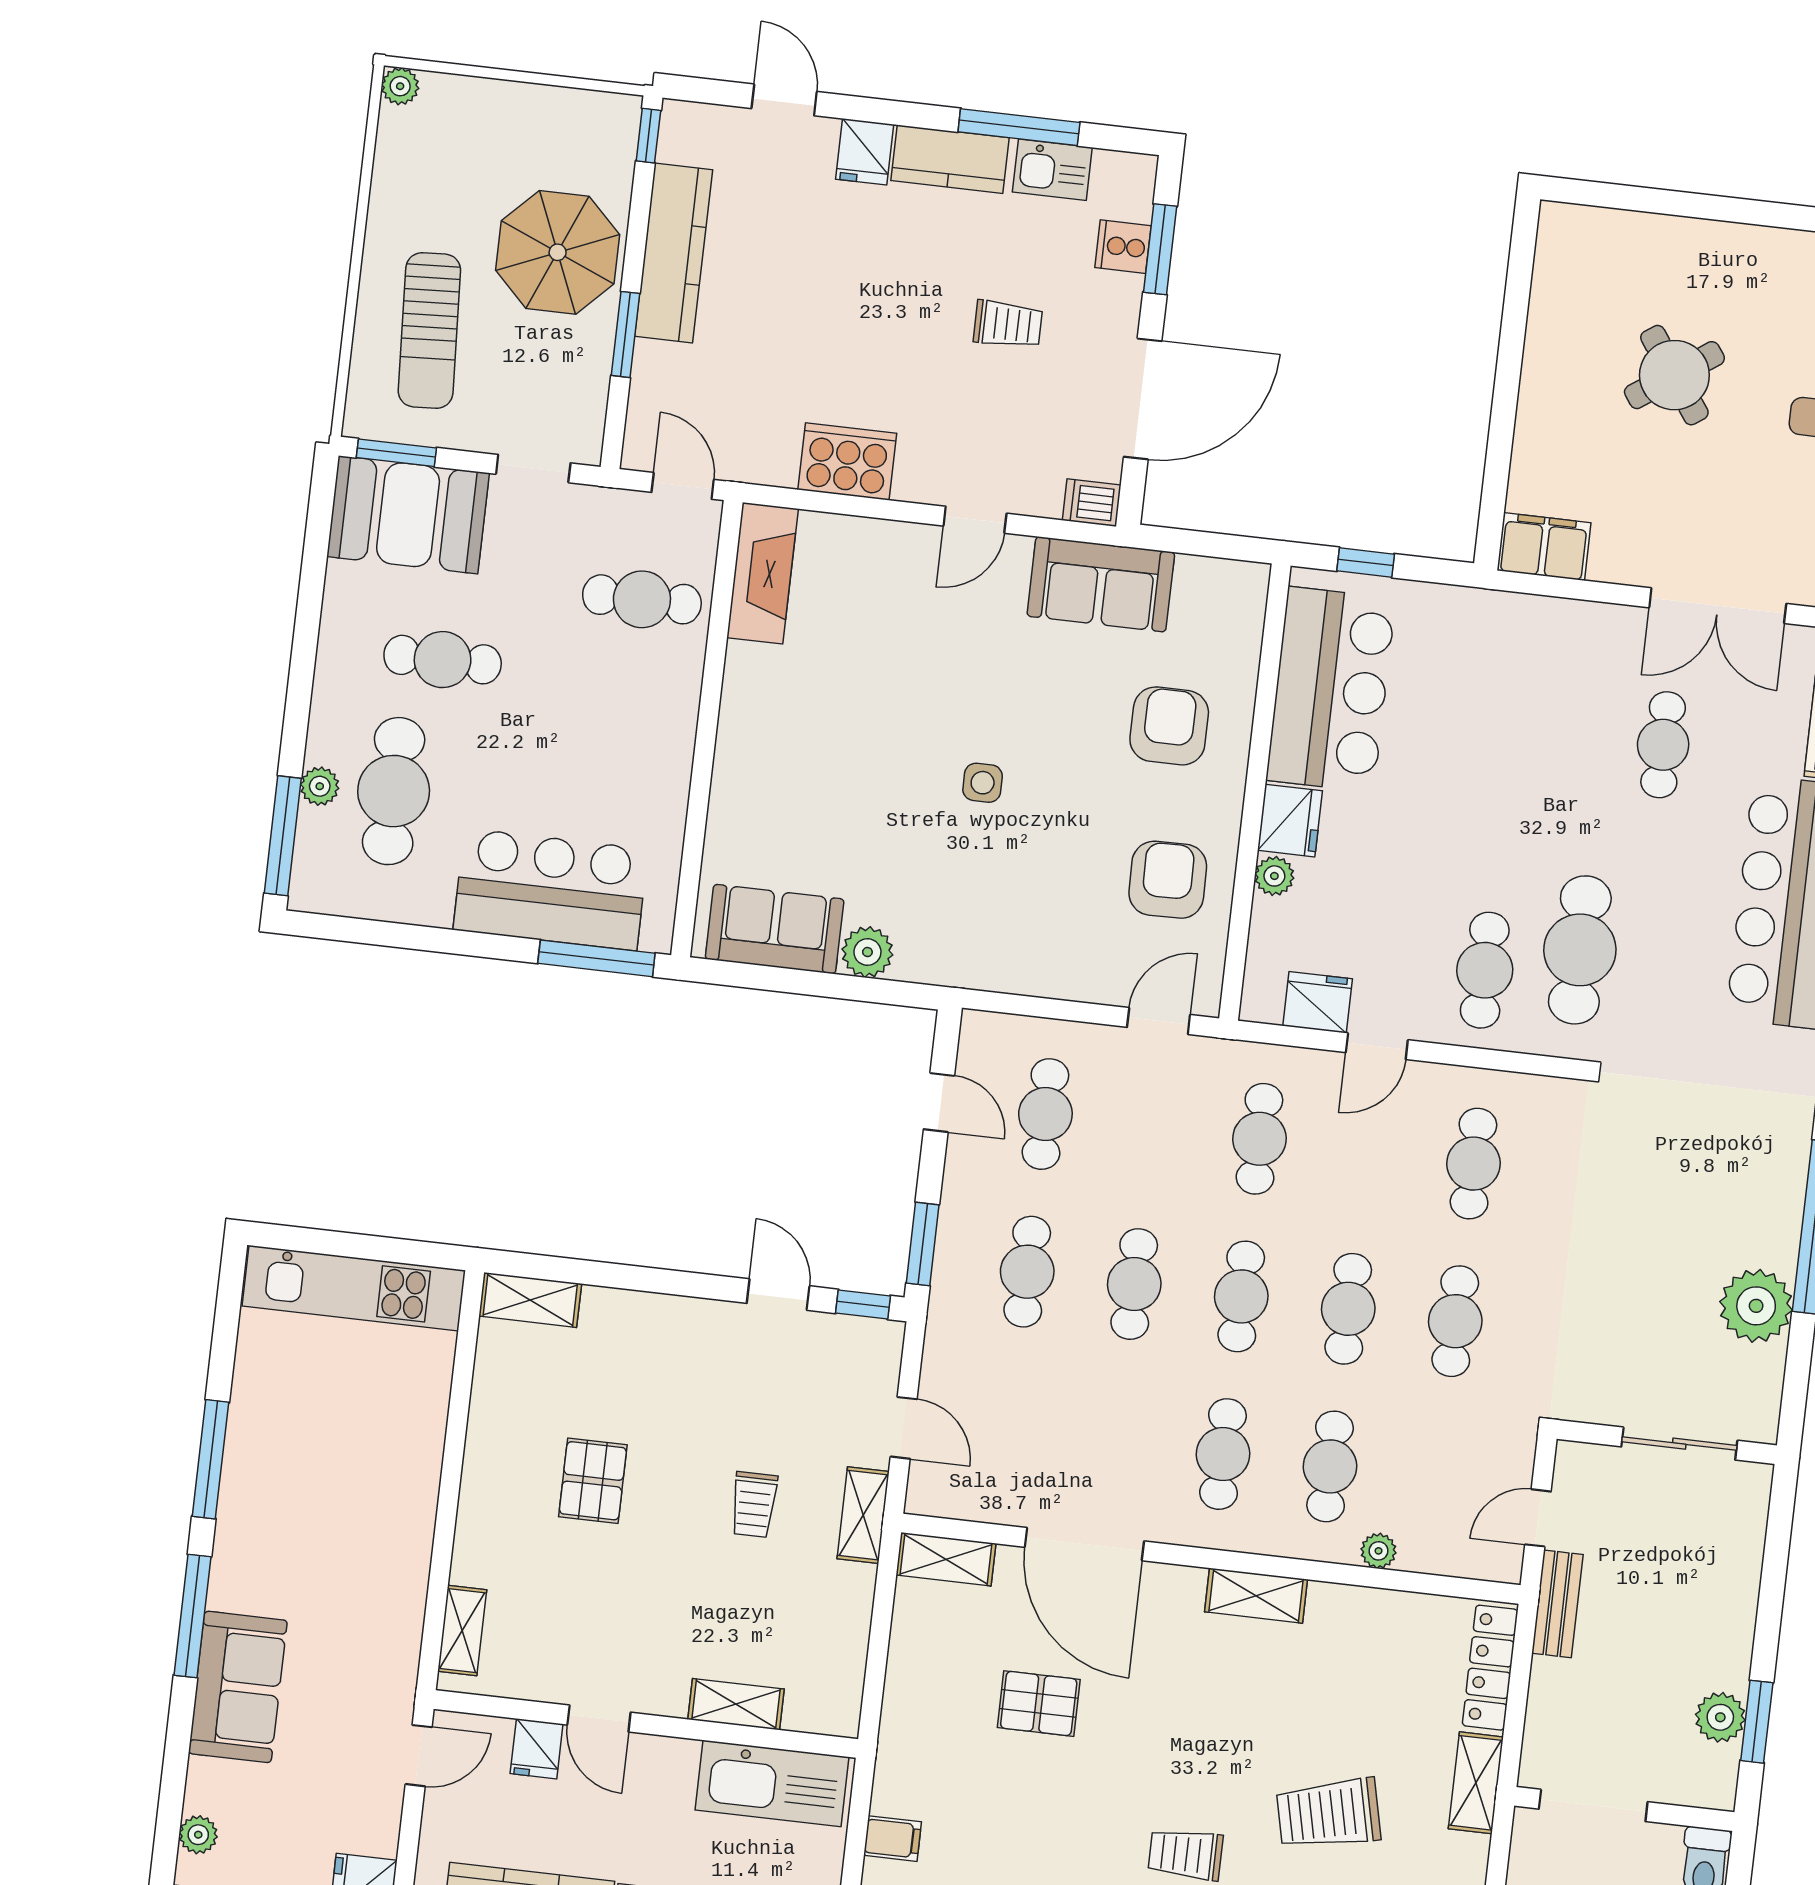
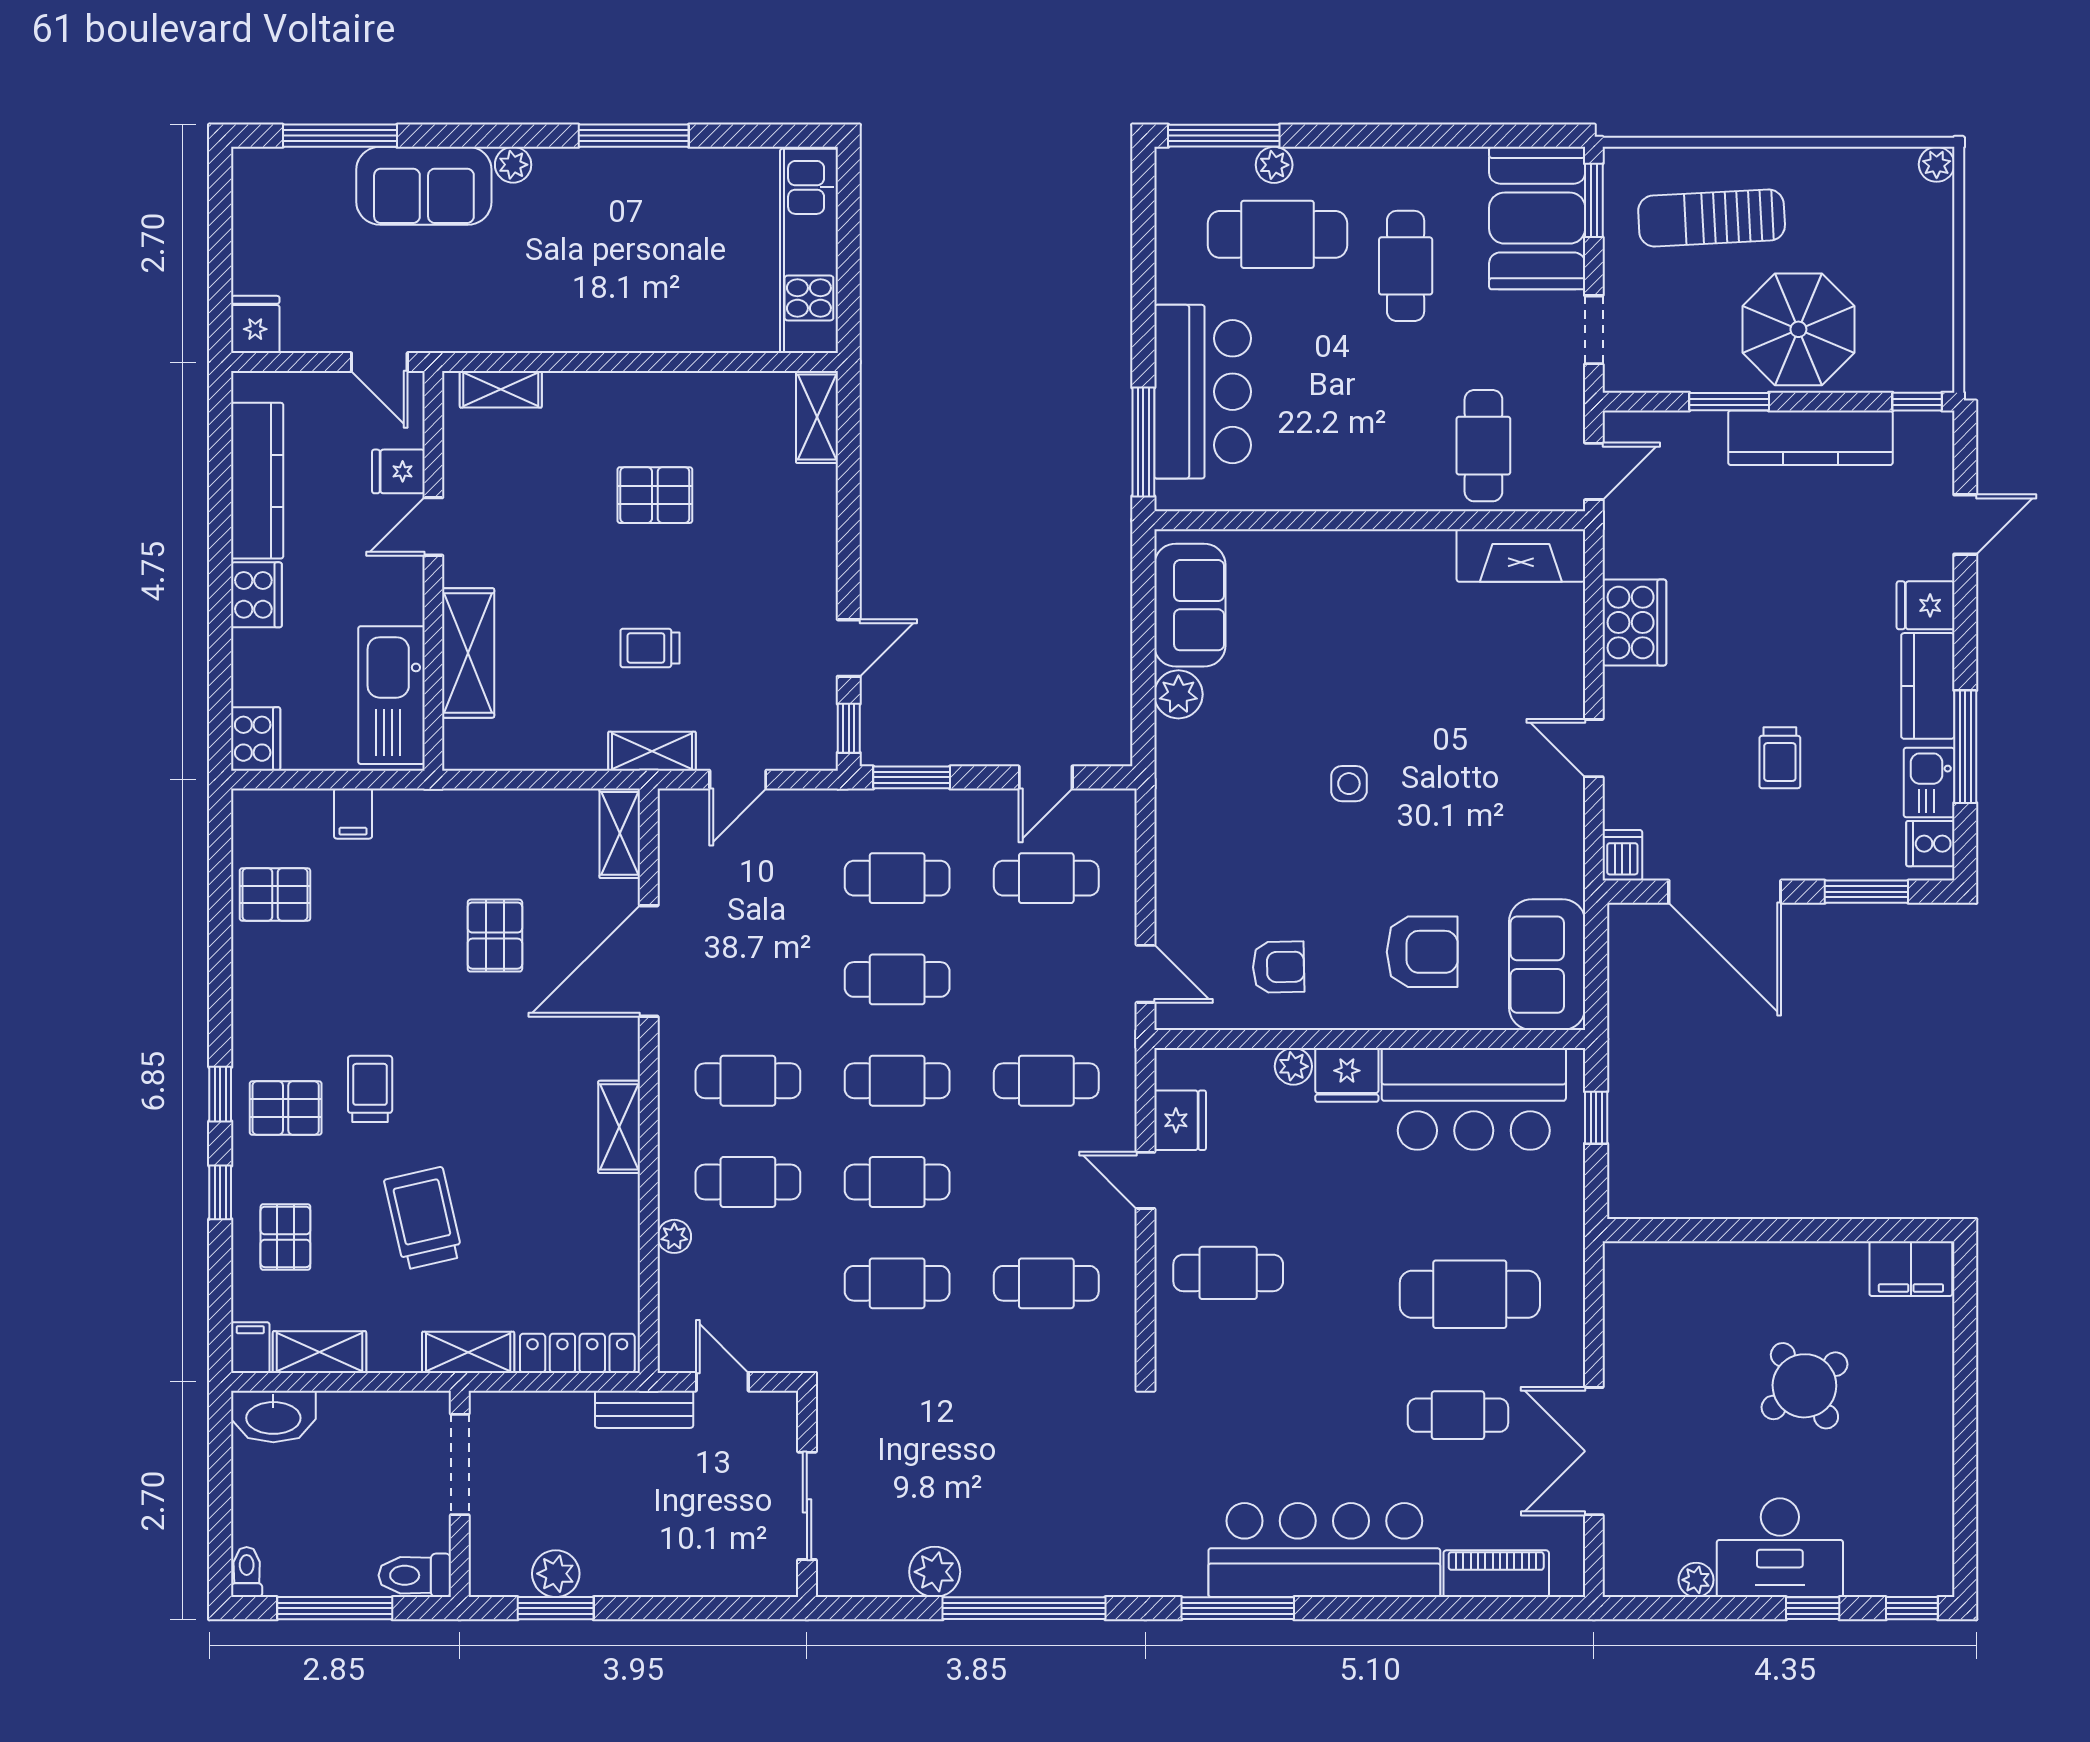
cooker: (1123, 247) -> (1930, 844), moved, turned -90
filing cabinet: (1544, 547) -> (1911, 1269), moved, turned 90
sofa: (1101, 584) -> (1547, 965), moved
armchair: (1168, 880) -> (1278, 967), width x0.72, depth x0.72
cafe table: (1580, 950) -> (1470, 1294), moved
plant: (1756, 1306) -> (935, 1572), width x0.73, depth x0.73
window: (192, 1616) -> (340, 136), moved
shelving: (736, 1704) -> (468, 653), width x1.50, depth x1.33
plant: (198, 1835) -> (513, 165), moved

